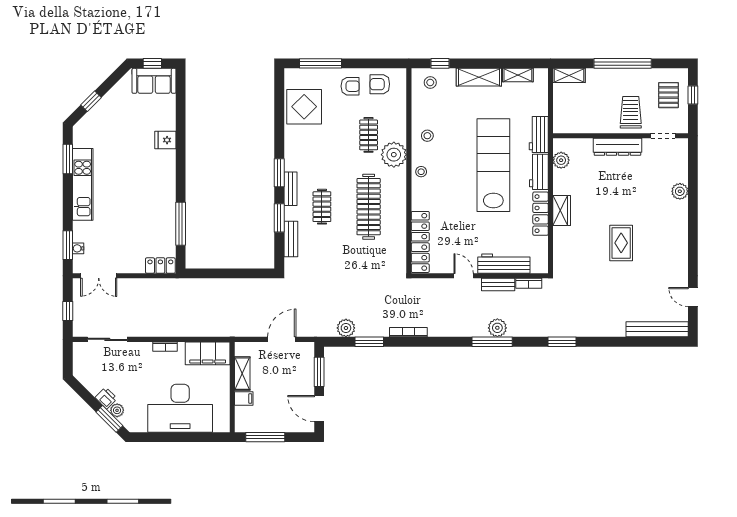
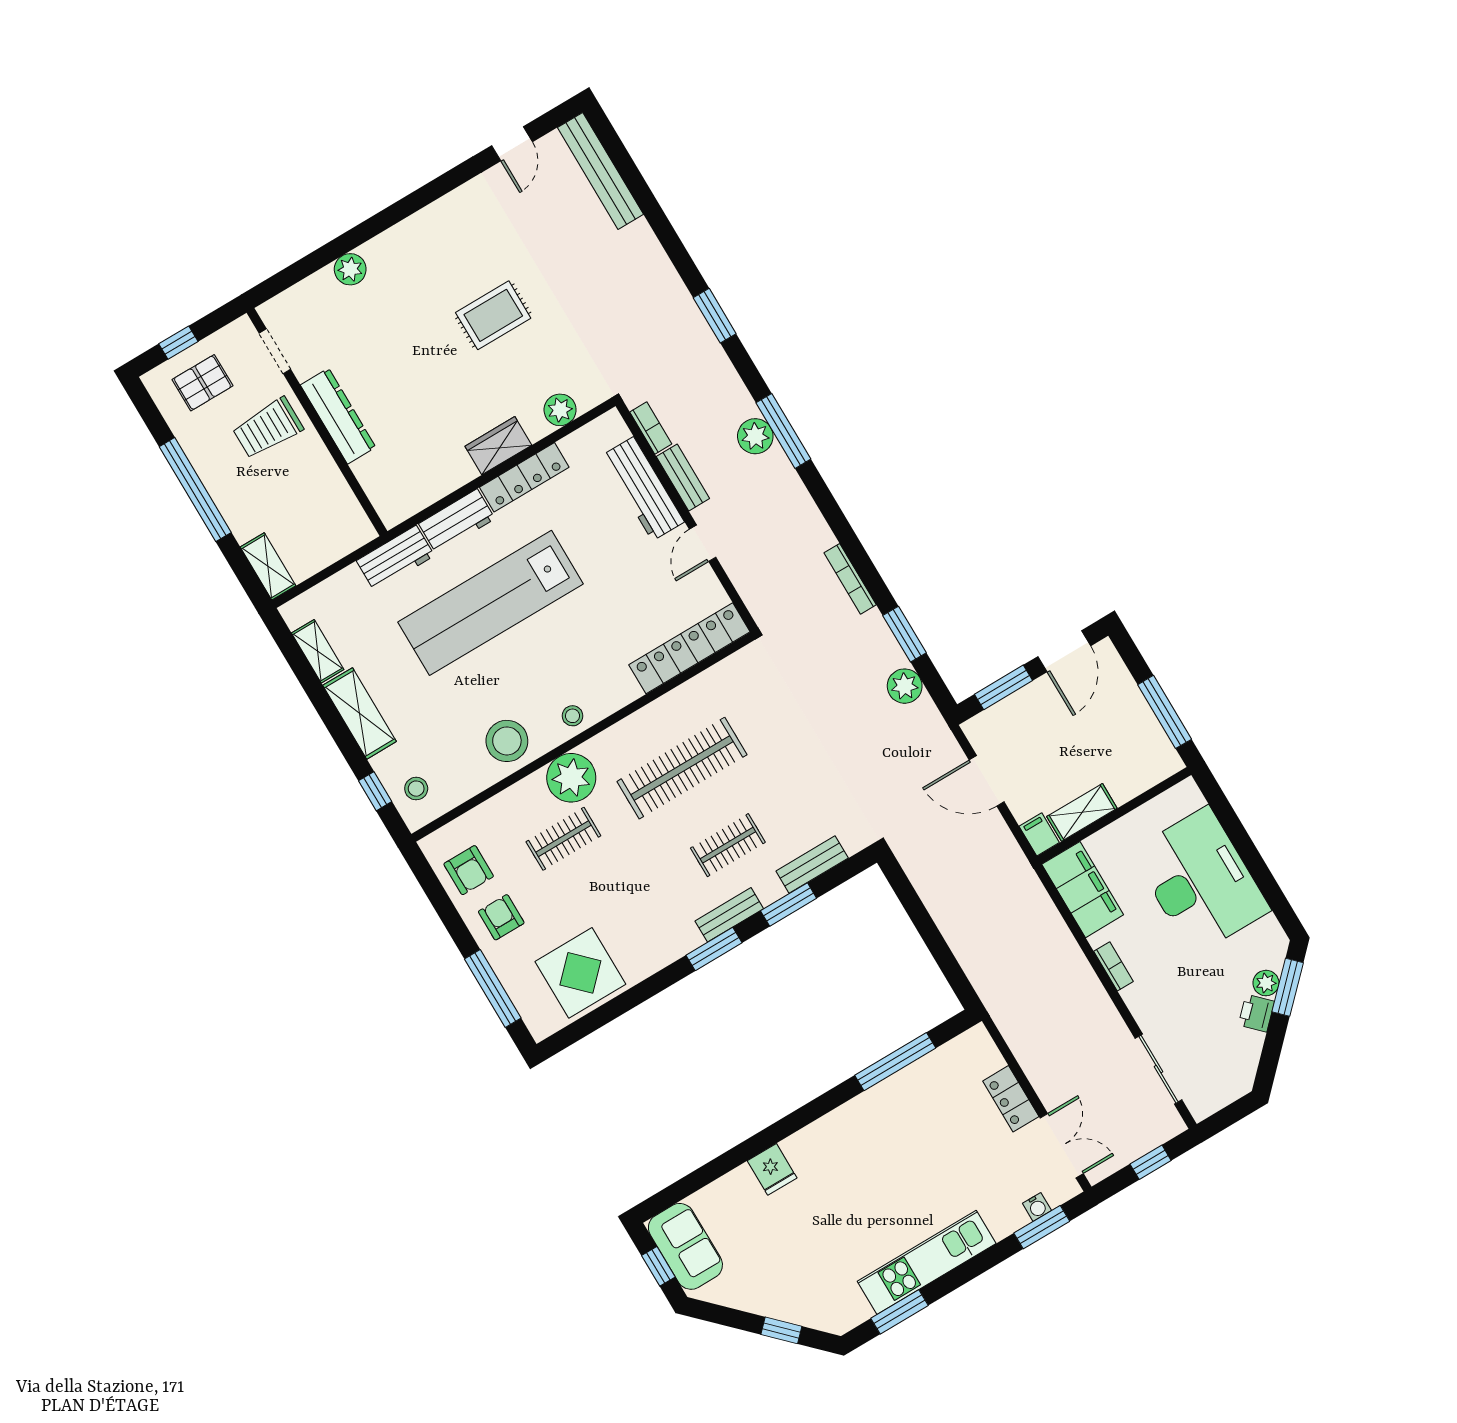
stool: (427, 136) -> (507, 741), width x1.89, depth x1.89
plant: (561, 160) -> (560, 410), moved
locker: (160, 266) -> (1011, 1099), moved
filing cabinet: (244, 399) -> (1039, 834), moved

